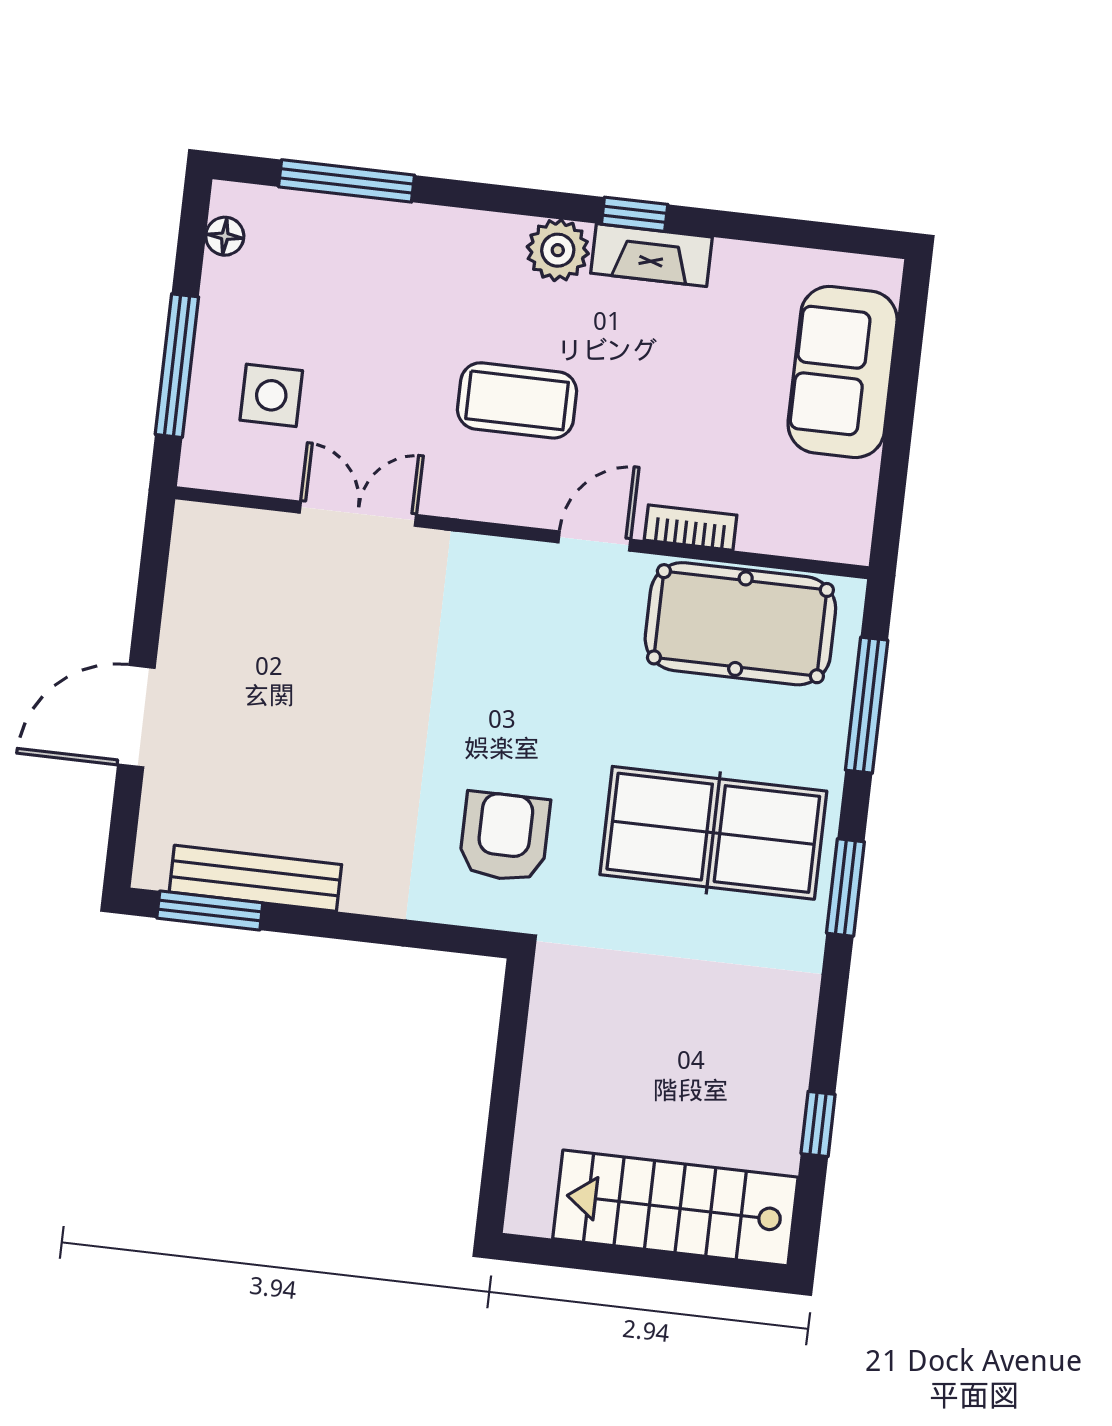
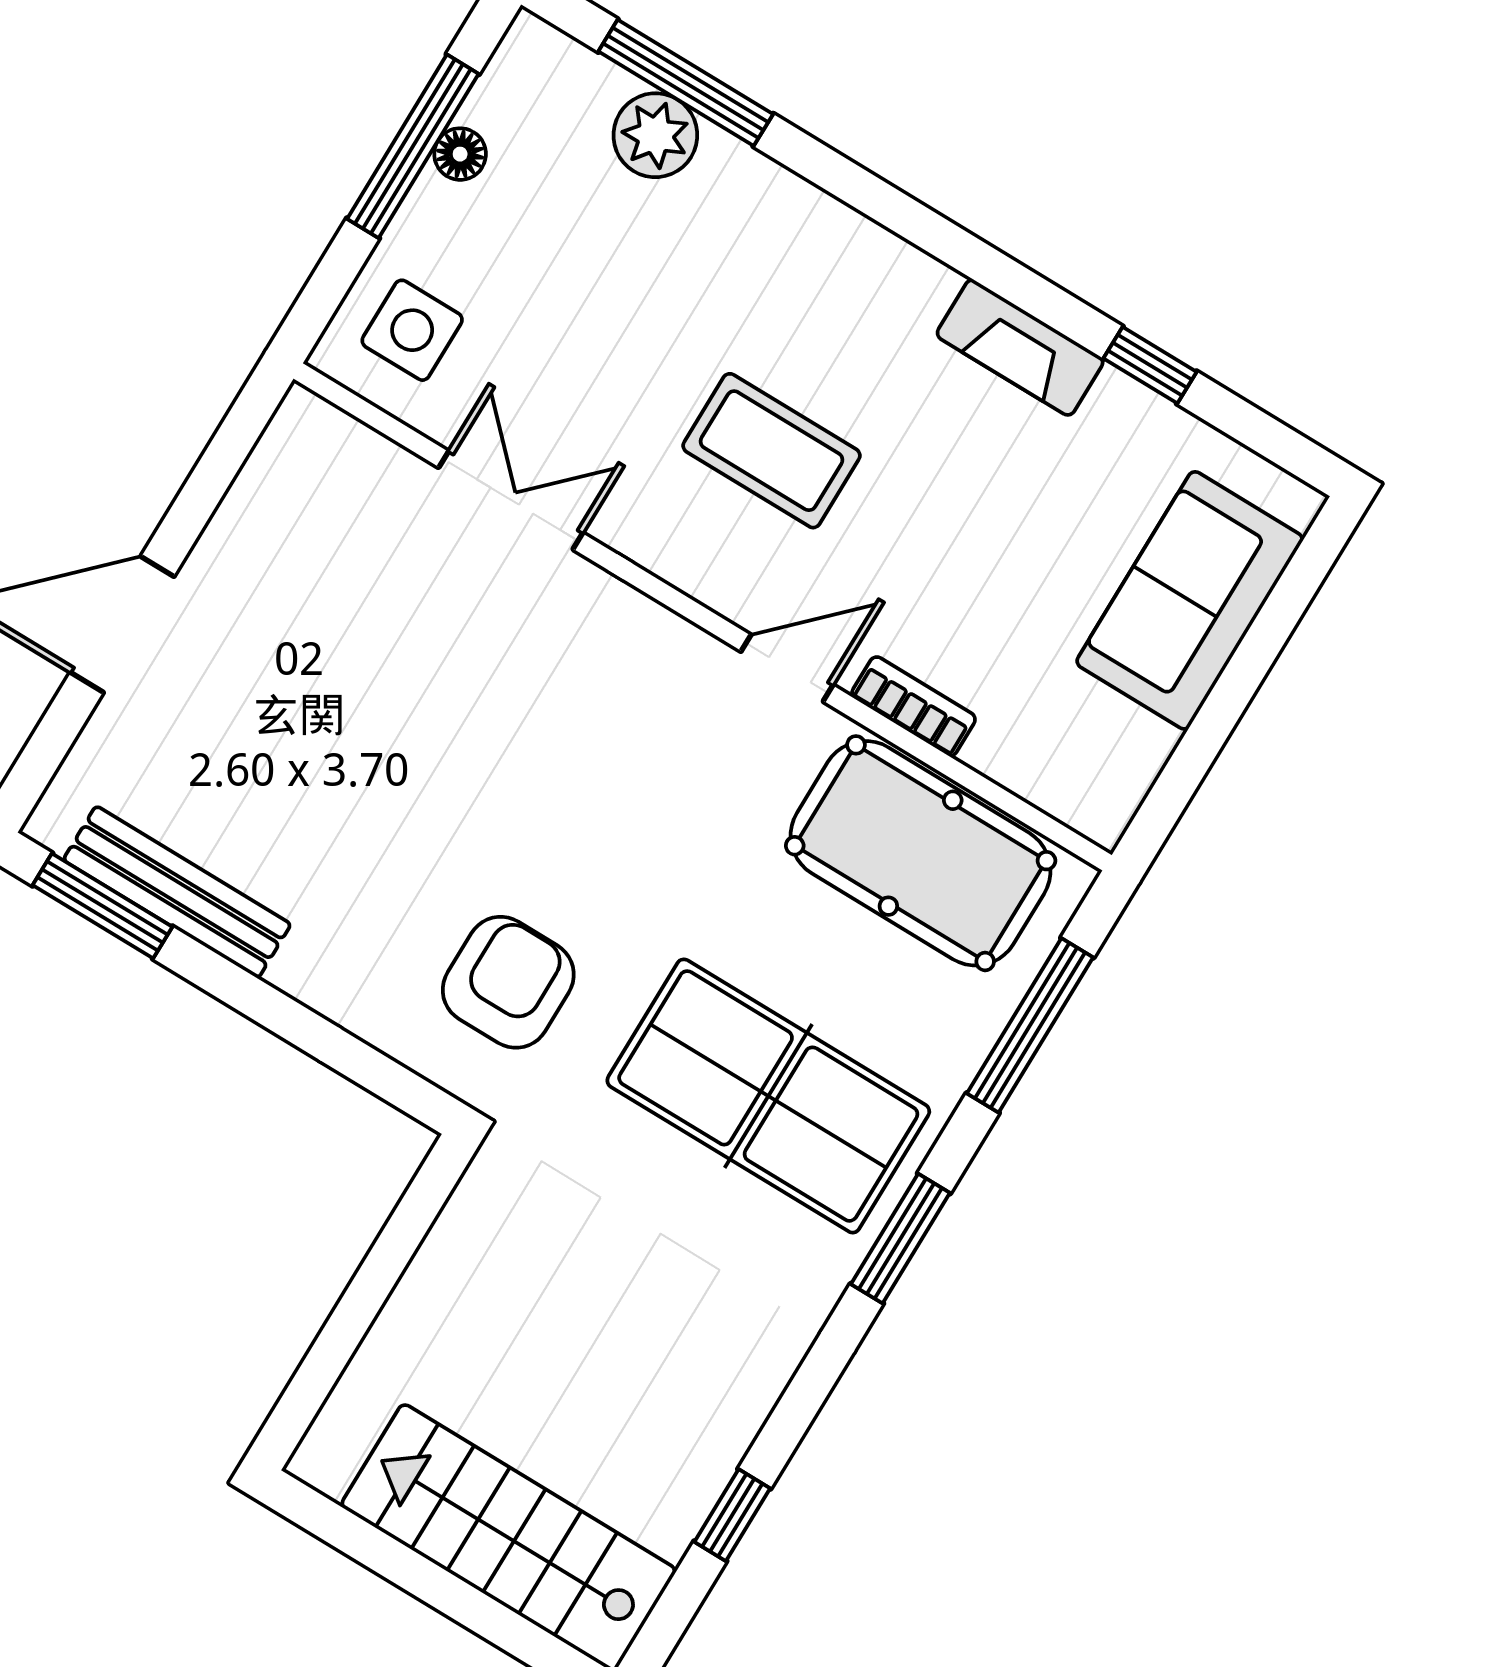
window: (635, 214) -> (1150, 365), moved
floor lamp: (225, 236) -> (460, 154), moved
plant: (558, 250) -> (655, 135), moved
window: (177, 366) -> (413, 146), moved
side table: (271, 395) -> (412, 330), moved

